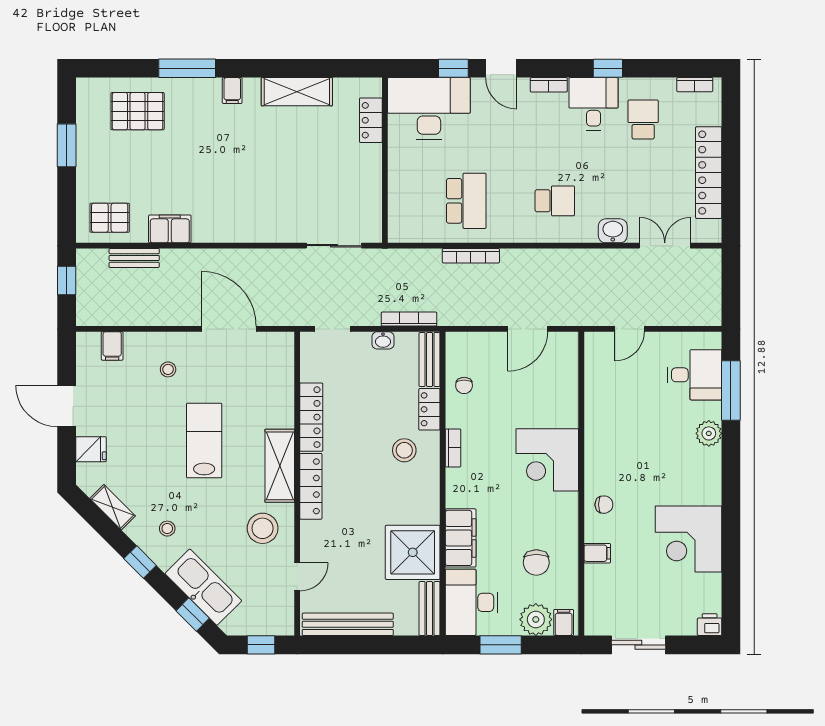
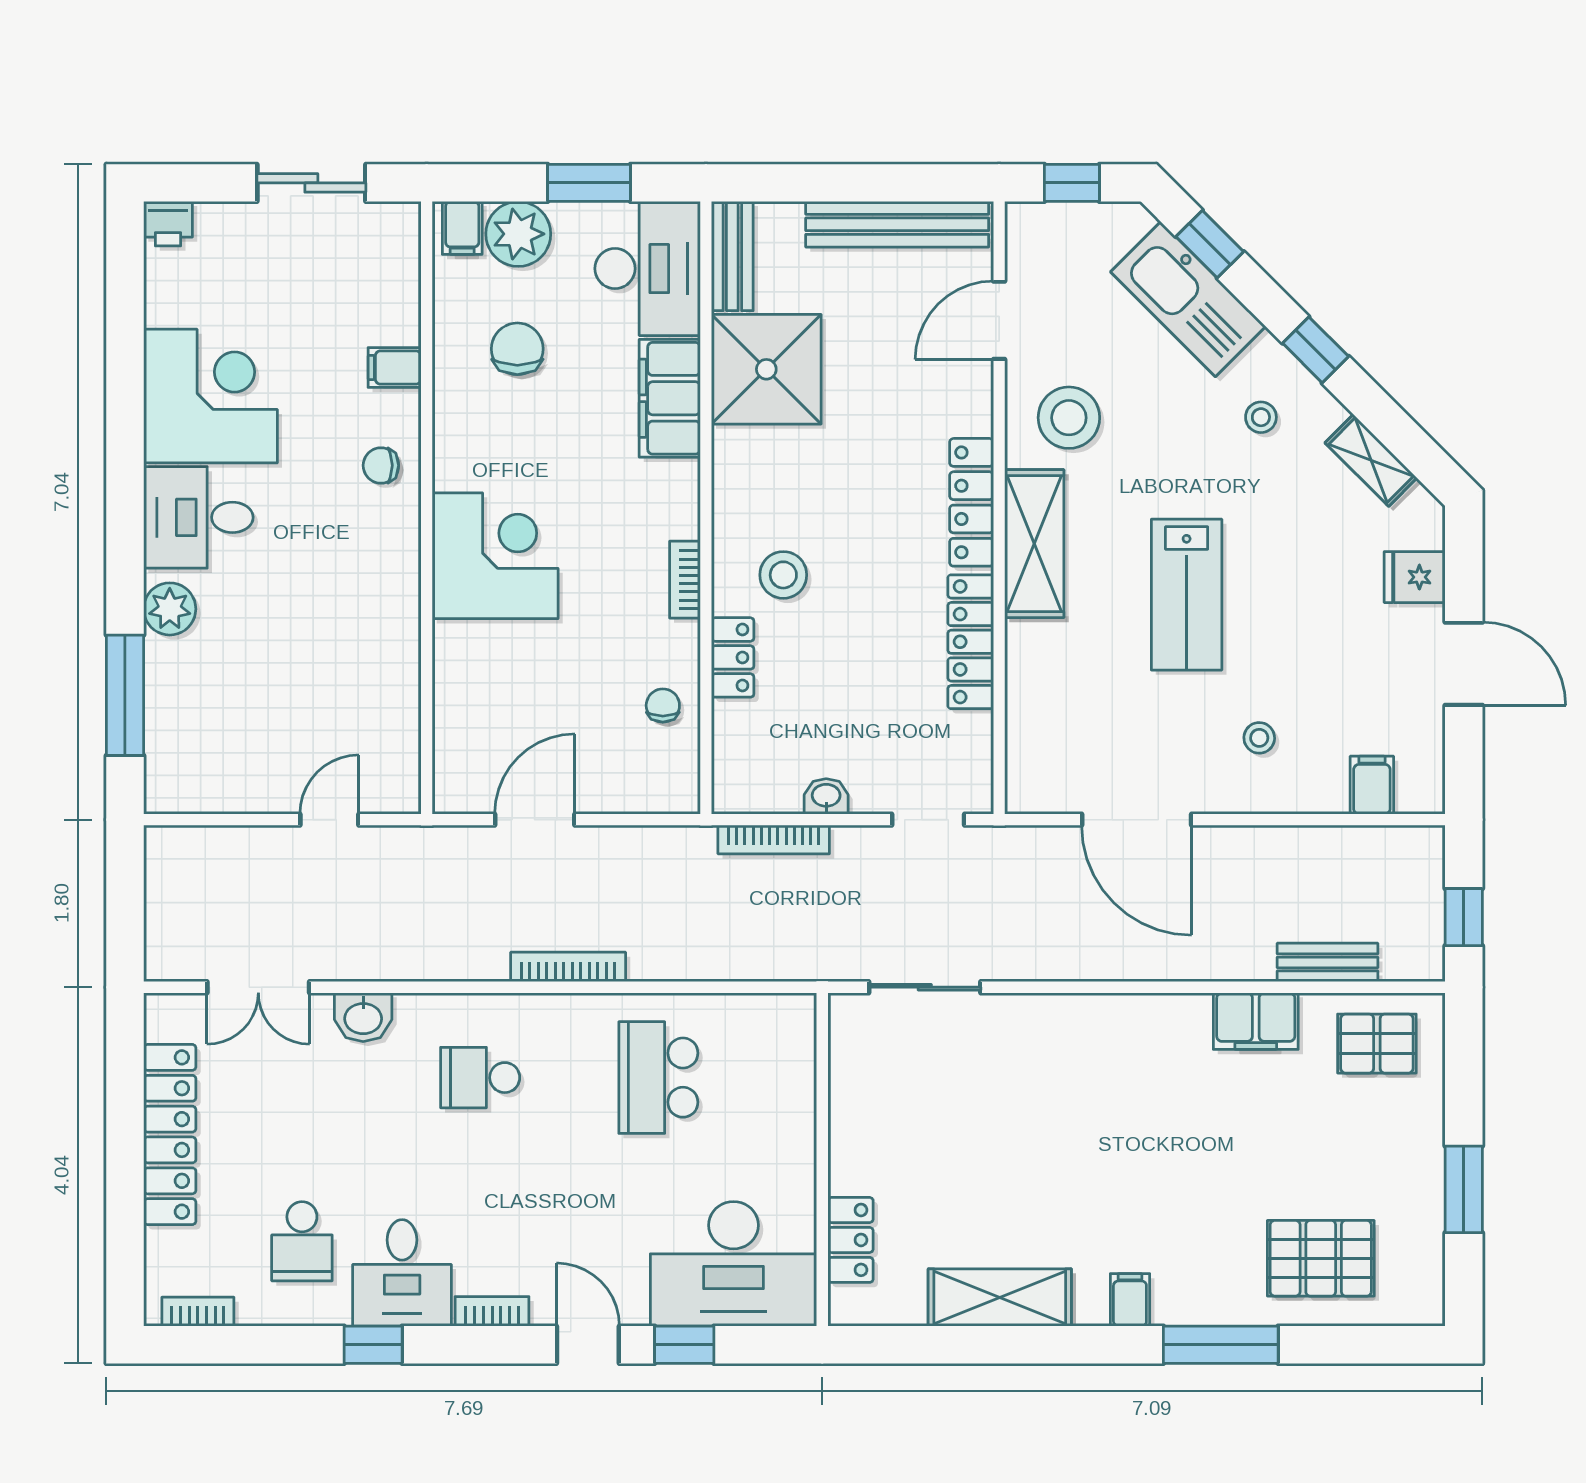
bookcase: (471, 256) -> (568, 967), moved
bench: (430, 359) -> (732, 758), removed
desk: (695, 375) -> (198, 517), moved
door: (297, 577) -> (999, 320), width x1.38

